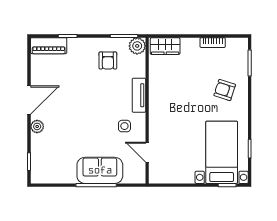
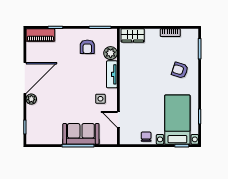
plant: (137, 46) -> (111, 53), moved
door: (29, 100) -> (25, 78), width x1.36
chair: (182, 174) -> (146, 137), added

